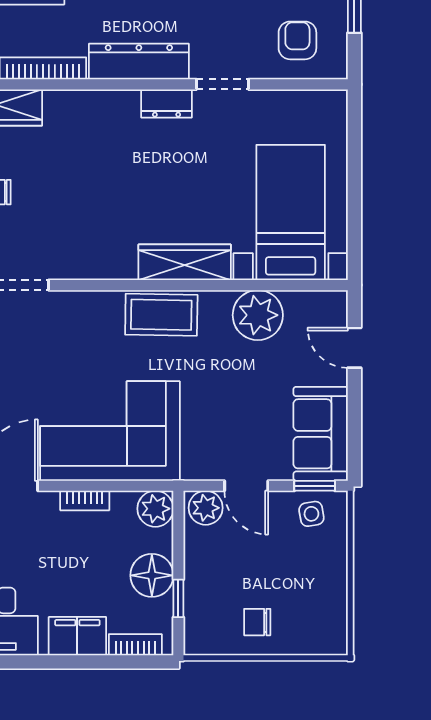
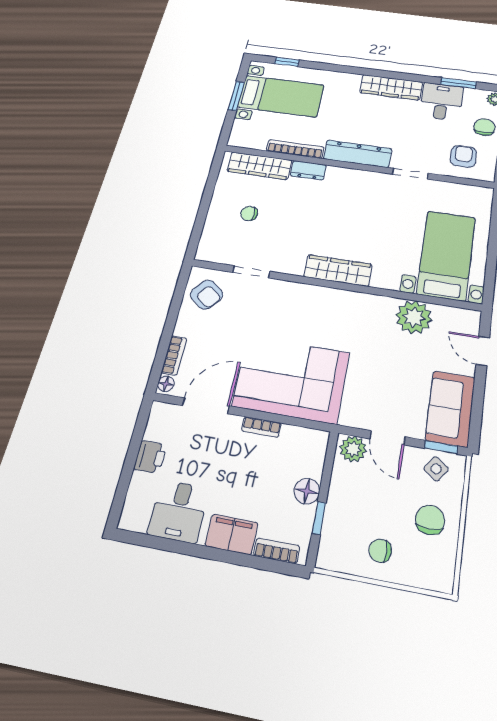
dresser: (167, 104) -> (308, 170), moved
wardrobe: (185, 262) -> (338, 270), moved
coffee table: (161, 315) -> (344, 306), removed
plant: (155, 509) -> (314, 443), removed
side table: (311, 514) -> (436, 469), turned 45
floor lamp: (152, 575) -> (307, 491), width x0.73, depth x0.73
chair: (311, 576) -> (430, 520), added

